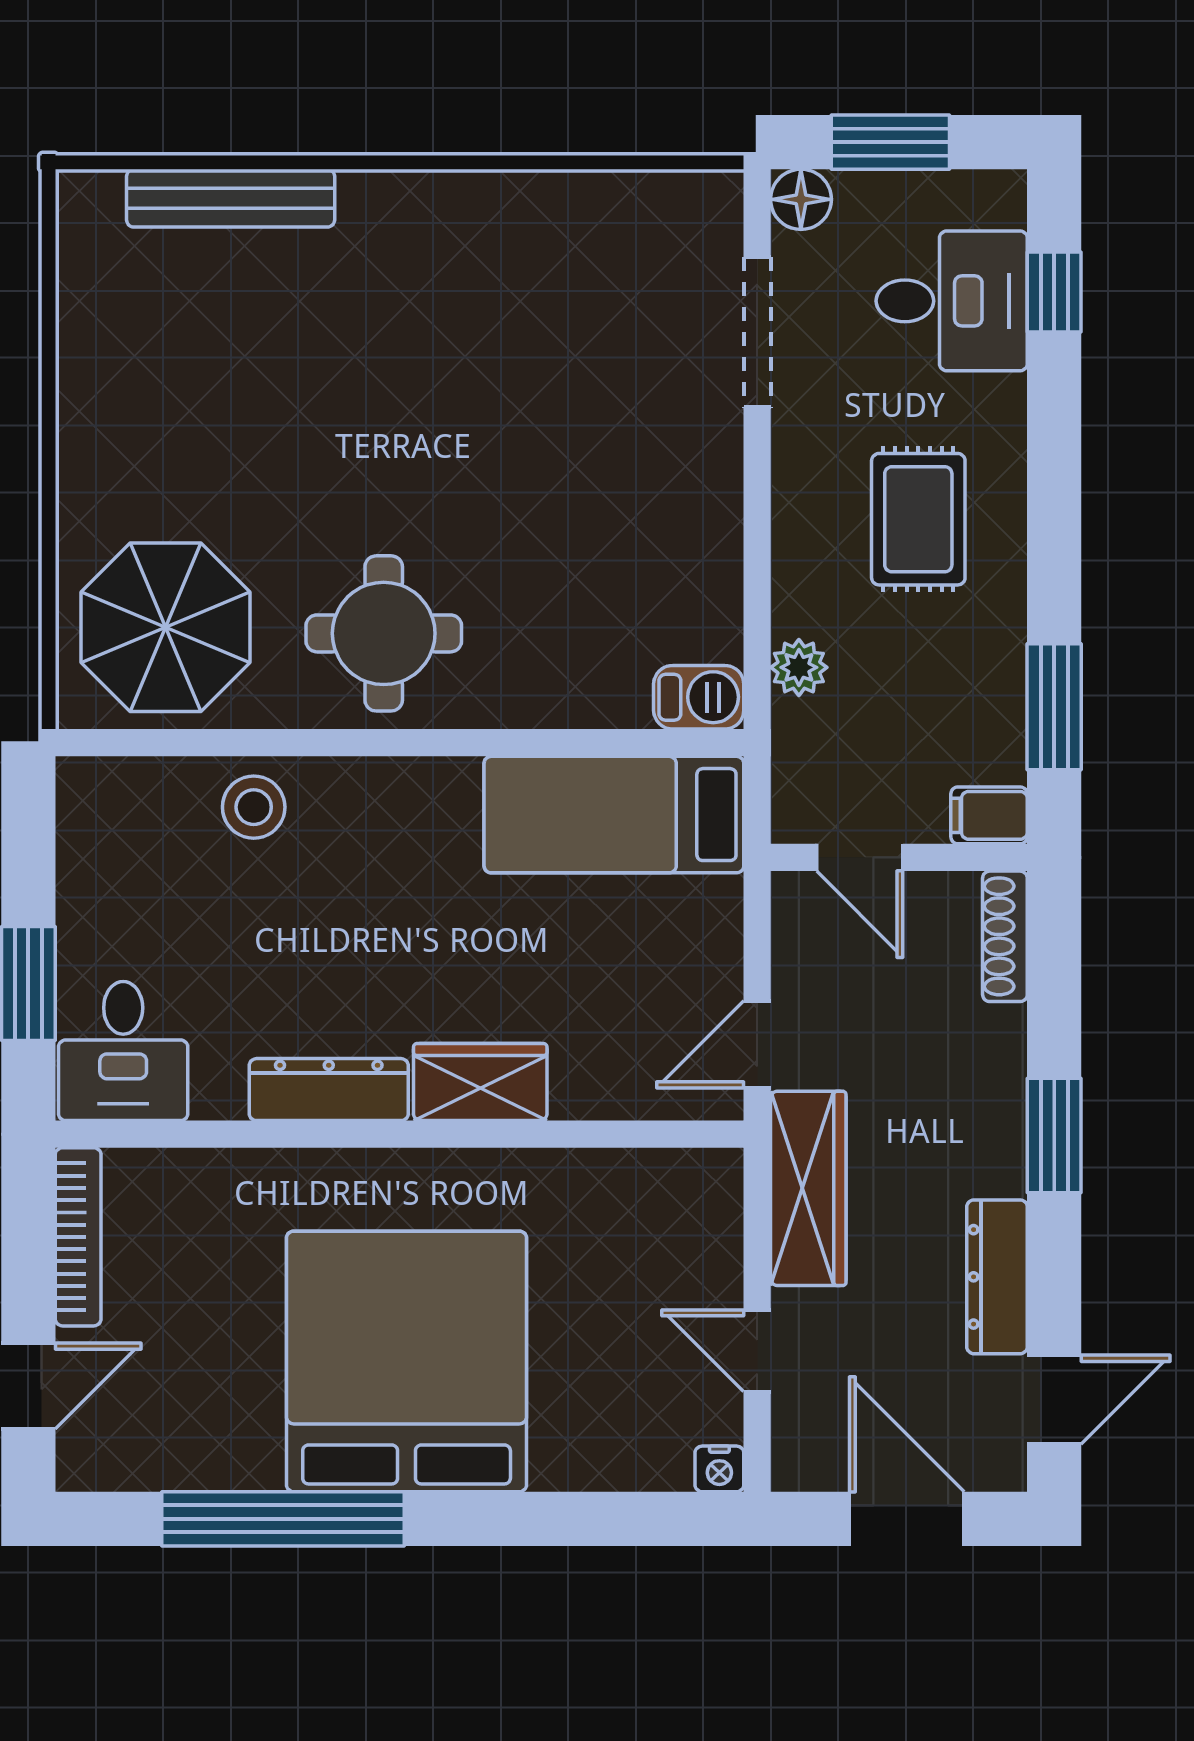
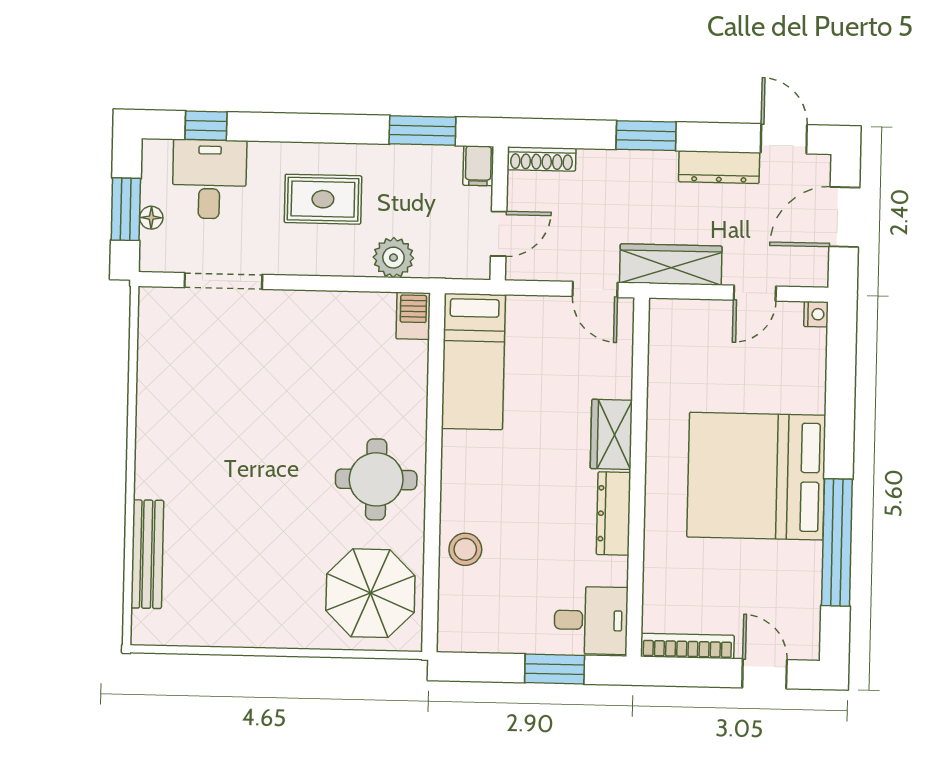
floor lamp: (801, 199) -> (151, 218), moved, width x0.73, depth x0.73
plant: (799, 667) -> (393, 258), width x1.38, depth x1.38

